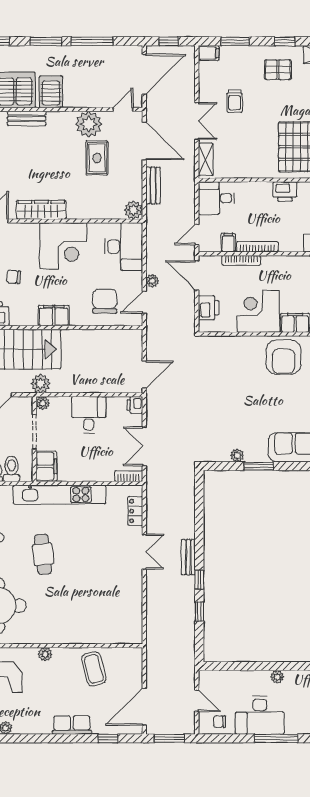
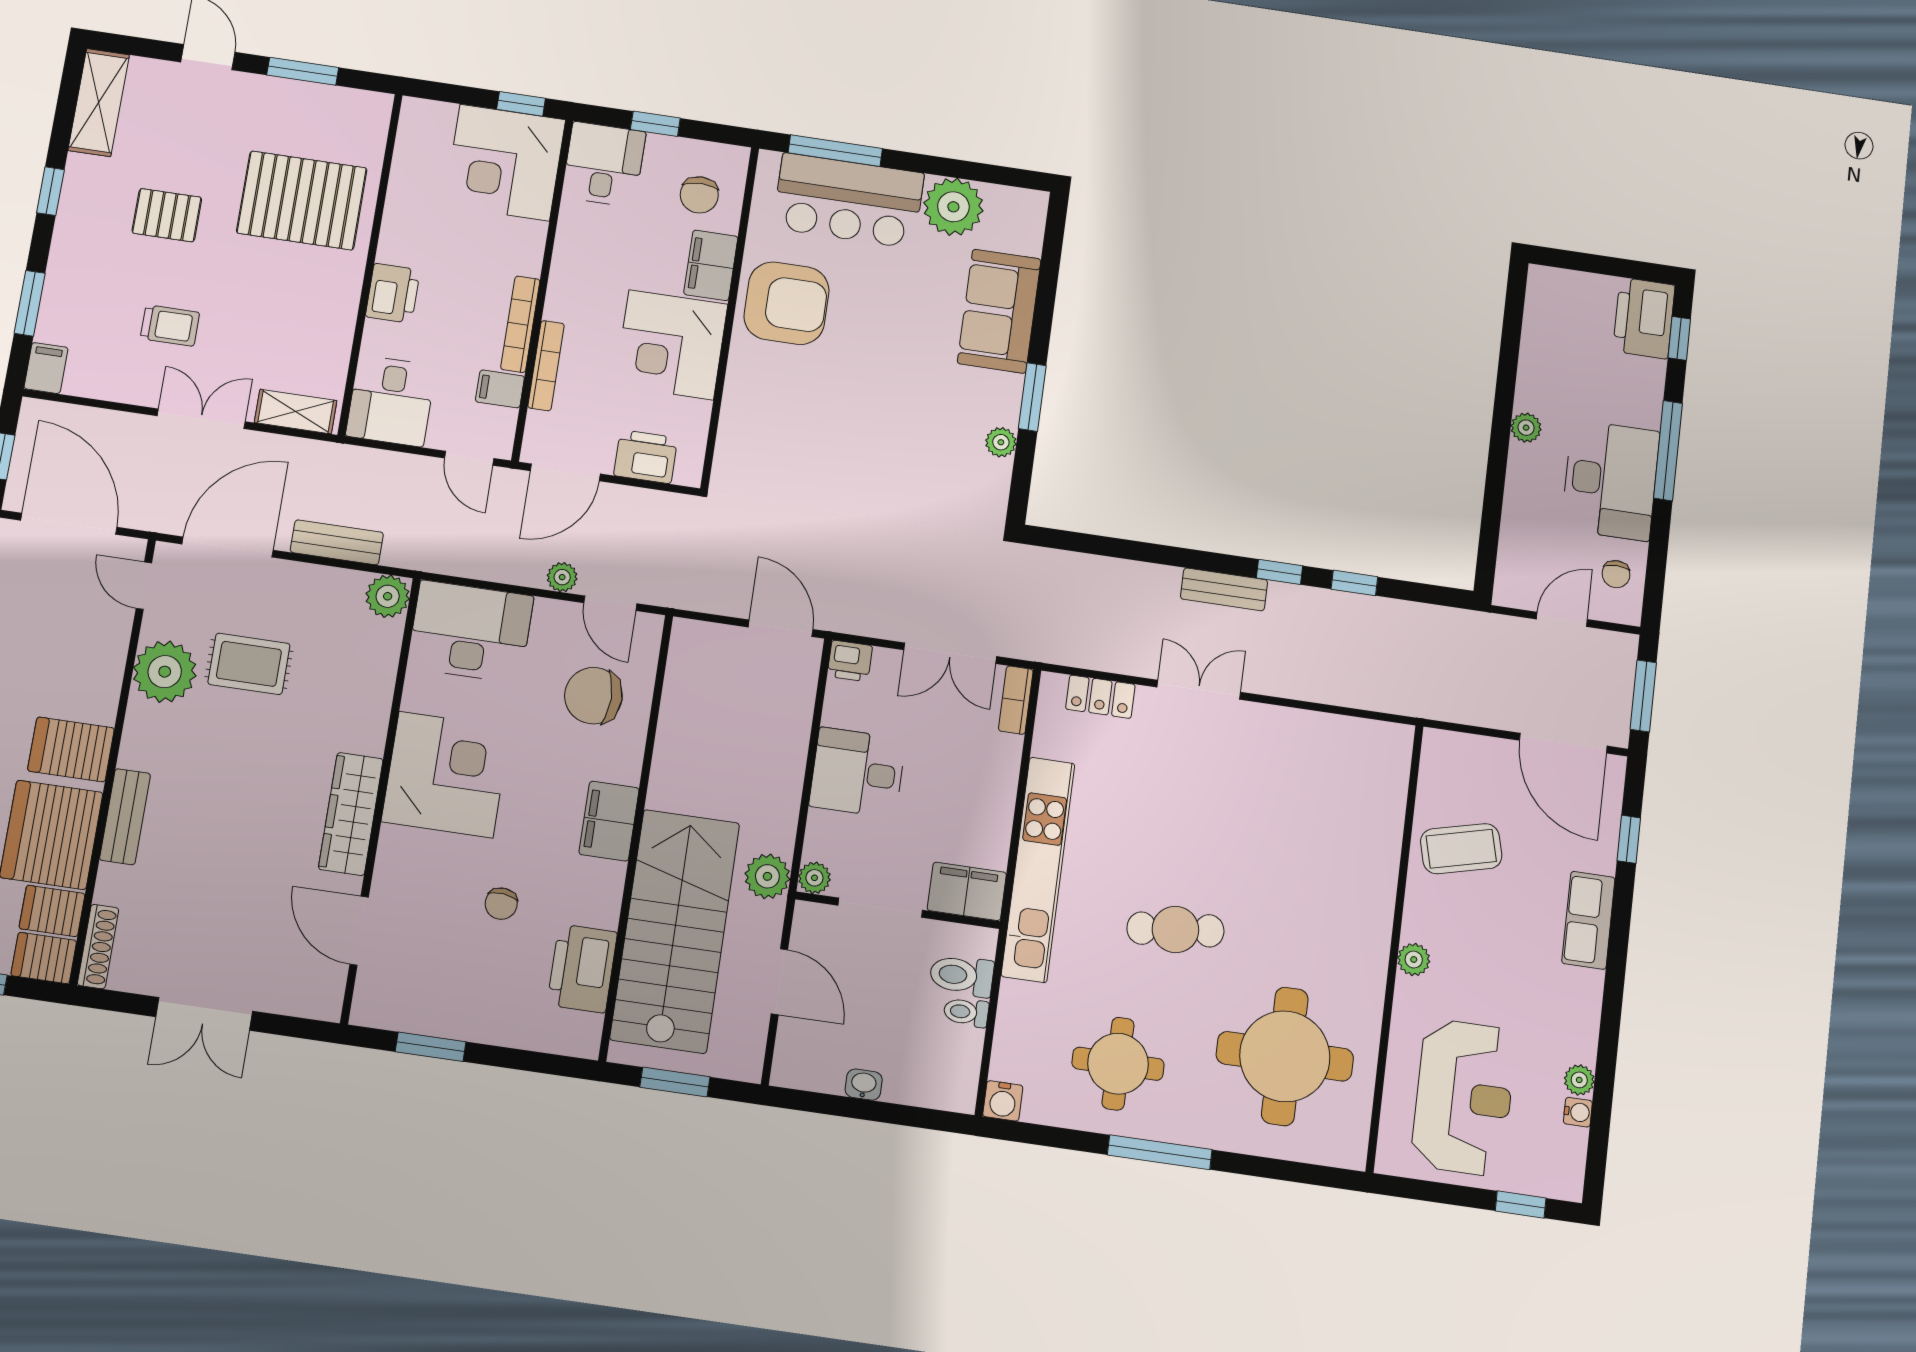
pallet: (278, 70) -> (167, 215), moved, turned 90
printer: (285, 191) -> (393, 293), moved

